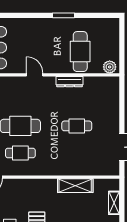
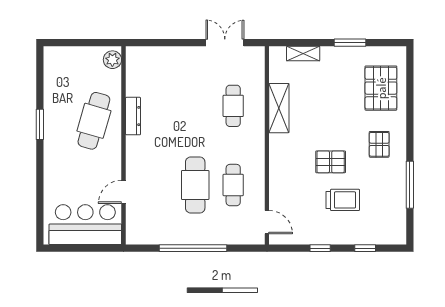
cafe table: (80, 52) -> (94, 121), moved, turned -74
door: (35, 75) -> (124, 192), moved
cafe table: (77, 126) -> (233, 106), moved

